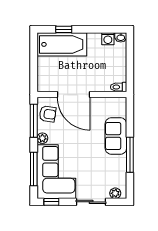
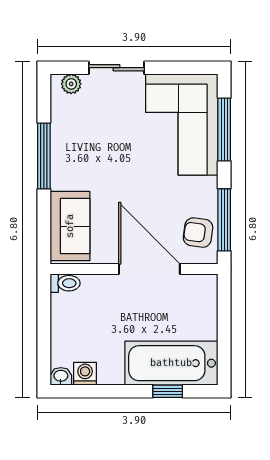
sofa: (116, 136) -> (70, 226), moved
plant: (42, 138) -> (208, 187), removed
window: (51, 202) -> (191, 68), removed

